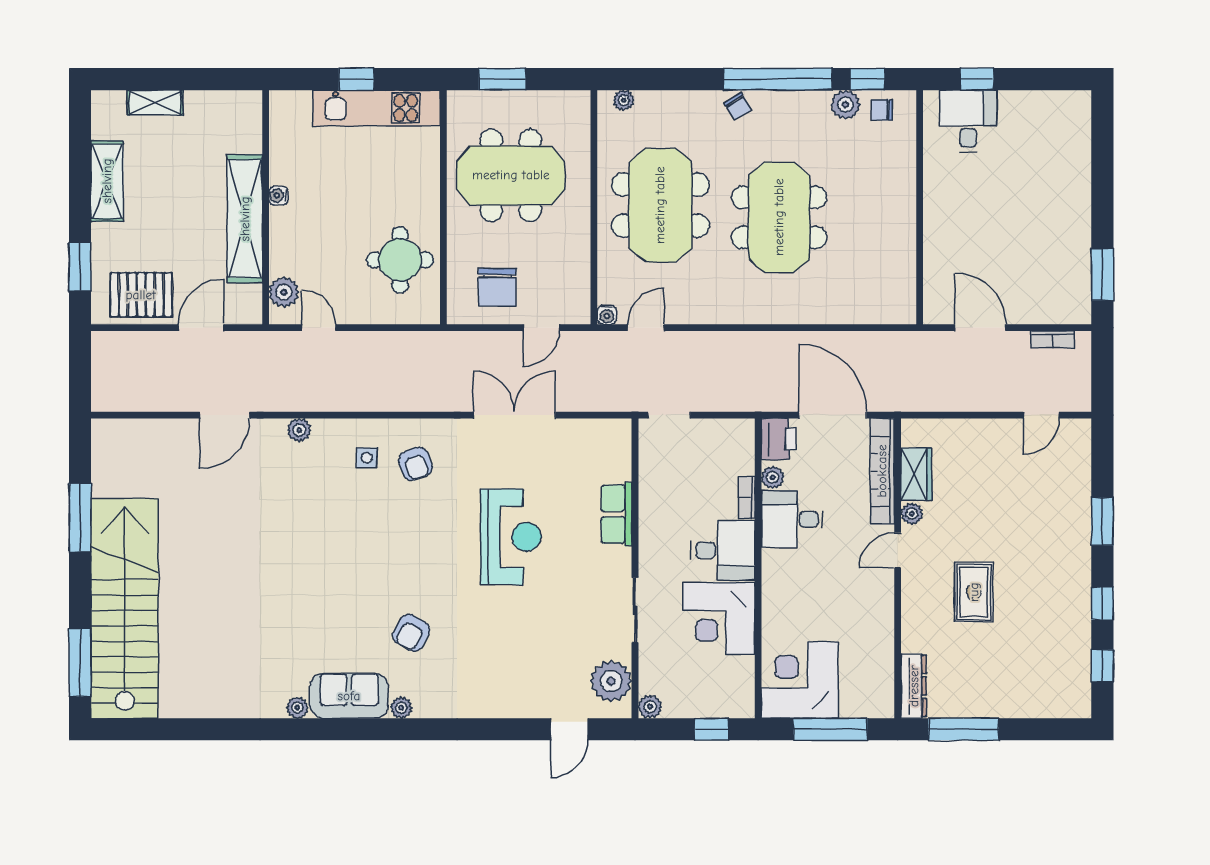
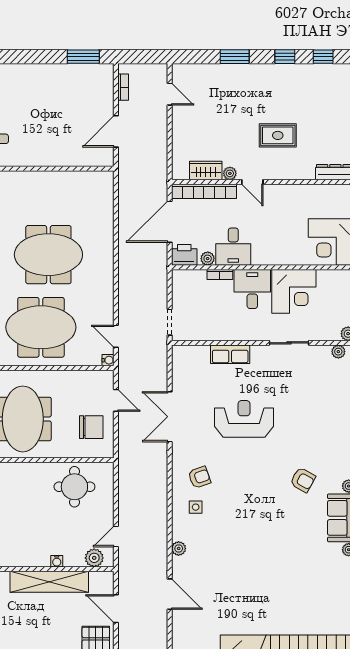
water cooler: (278, 196) -> (57, 561), moved
plant: (611, 681) -> (338, 352), width x0.53, depth x0.53

